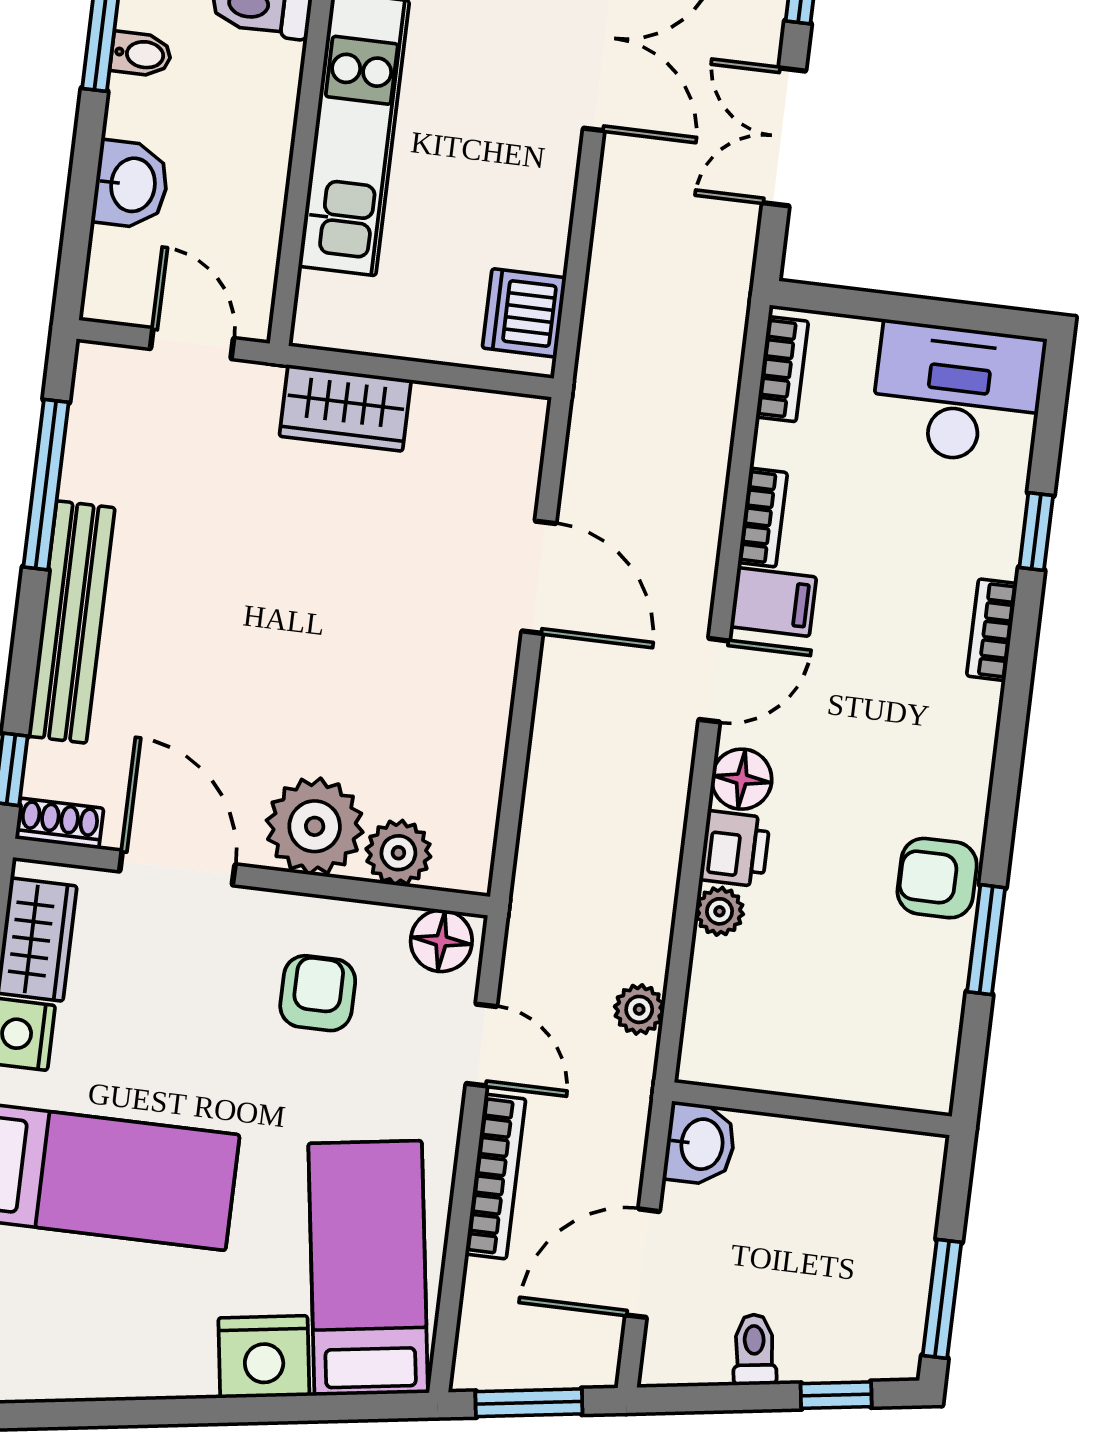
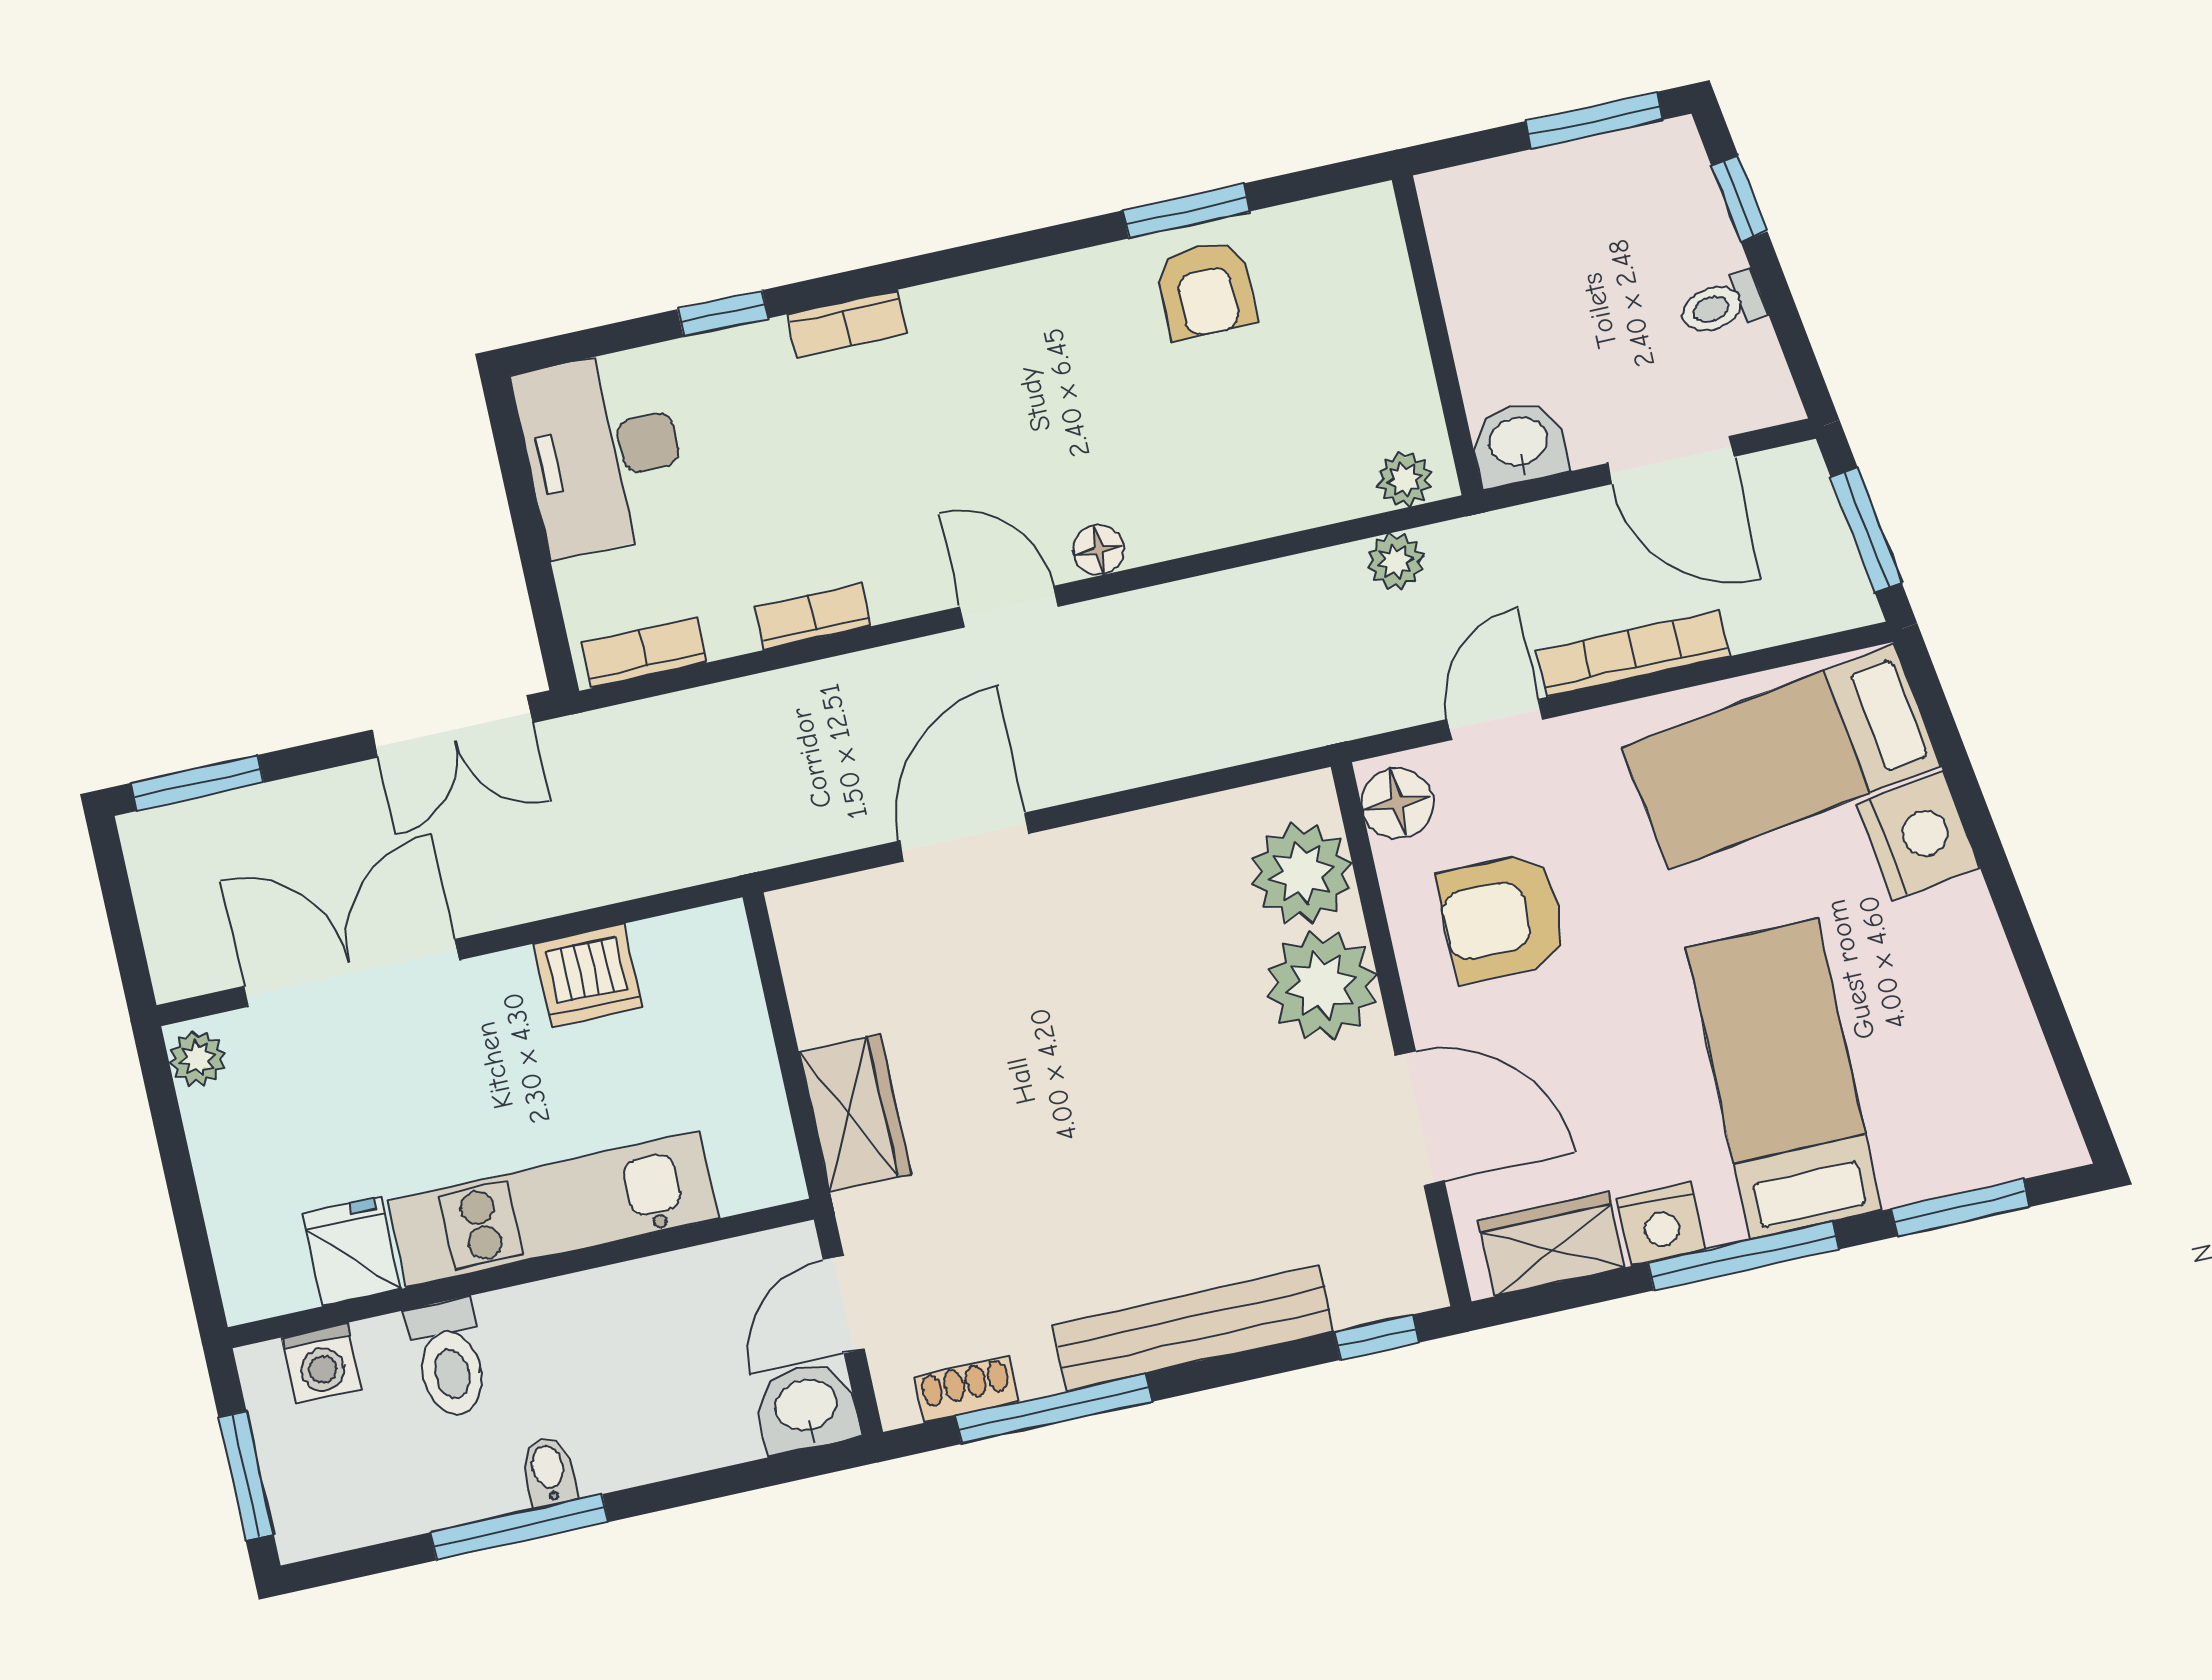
double door: (784, 137) -> (452, 726), moved
washbasin: (131, 185) -> (806, 1407), moved
dishwasher: (524, 313) -> (588, 976), moved
filing cabinet: (773, 602) -> (901, 572), removed
floor lamp: (742, 779) -> (1099, 550), width x0.73, depth x0.73
shoe rack: (59, 823) -> (966, 1389), moved, turned 90
printer: (735, 849) -> (1184, 519), removed
plant: (398, 853) -> (1302, 873), width x1.36, depth x1.36
door: (177, 868) -> (1420, 1118), swing flipped
armchair: (937, 878) -> (1206, 290), moved
plant: (719, 911) -> (1405, 479), moved
armchair: (318, 993) -> (1502, 917), width x1.38, depth x1.38

